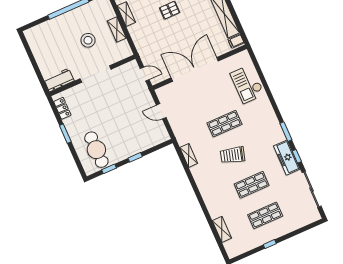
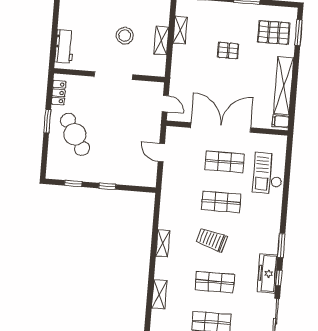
workbench: (59, 80) -> (64, 46), moved, turned 90
shop shelf: (211, 93) -> (224, 162), added
cafe table: (96, 150) -> (75, 134), moved, turned -31
shelving: (189, 155) -> (163, 243), moved
shelving: (222, 229) -> (159, 294), moved

